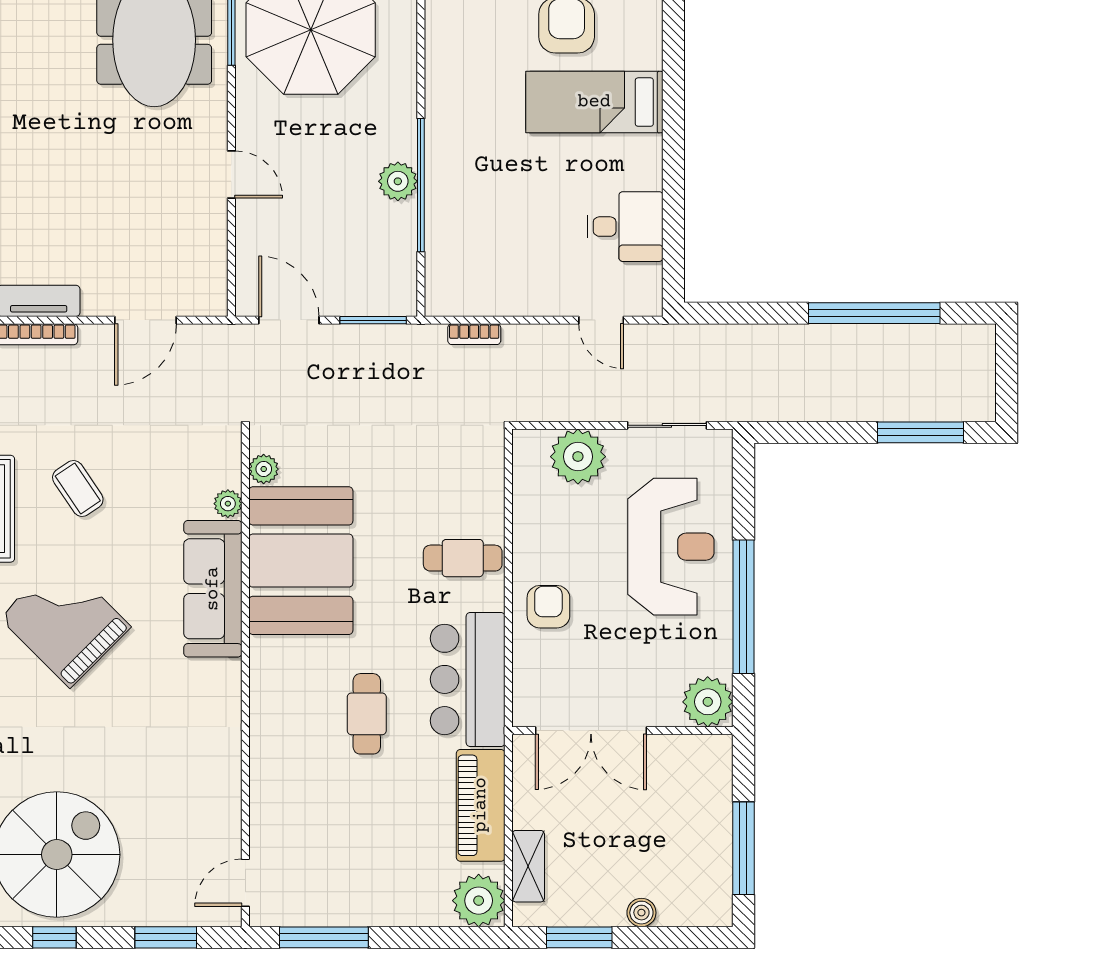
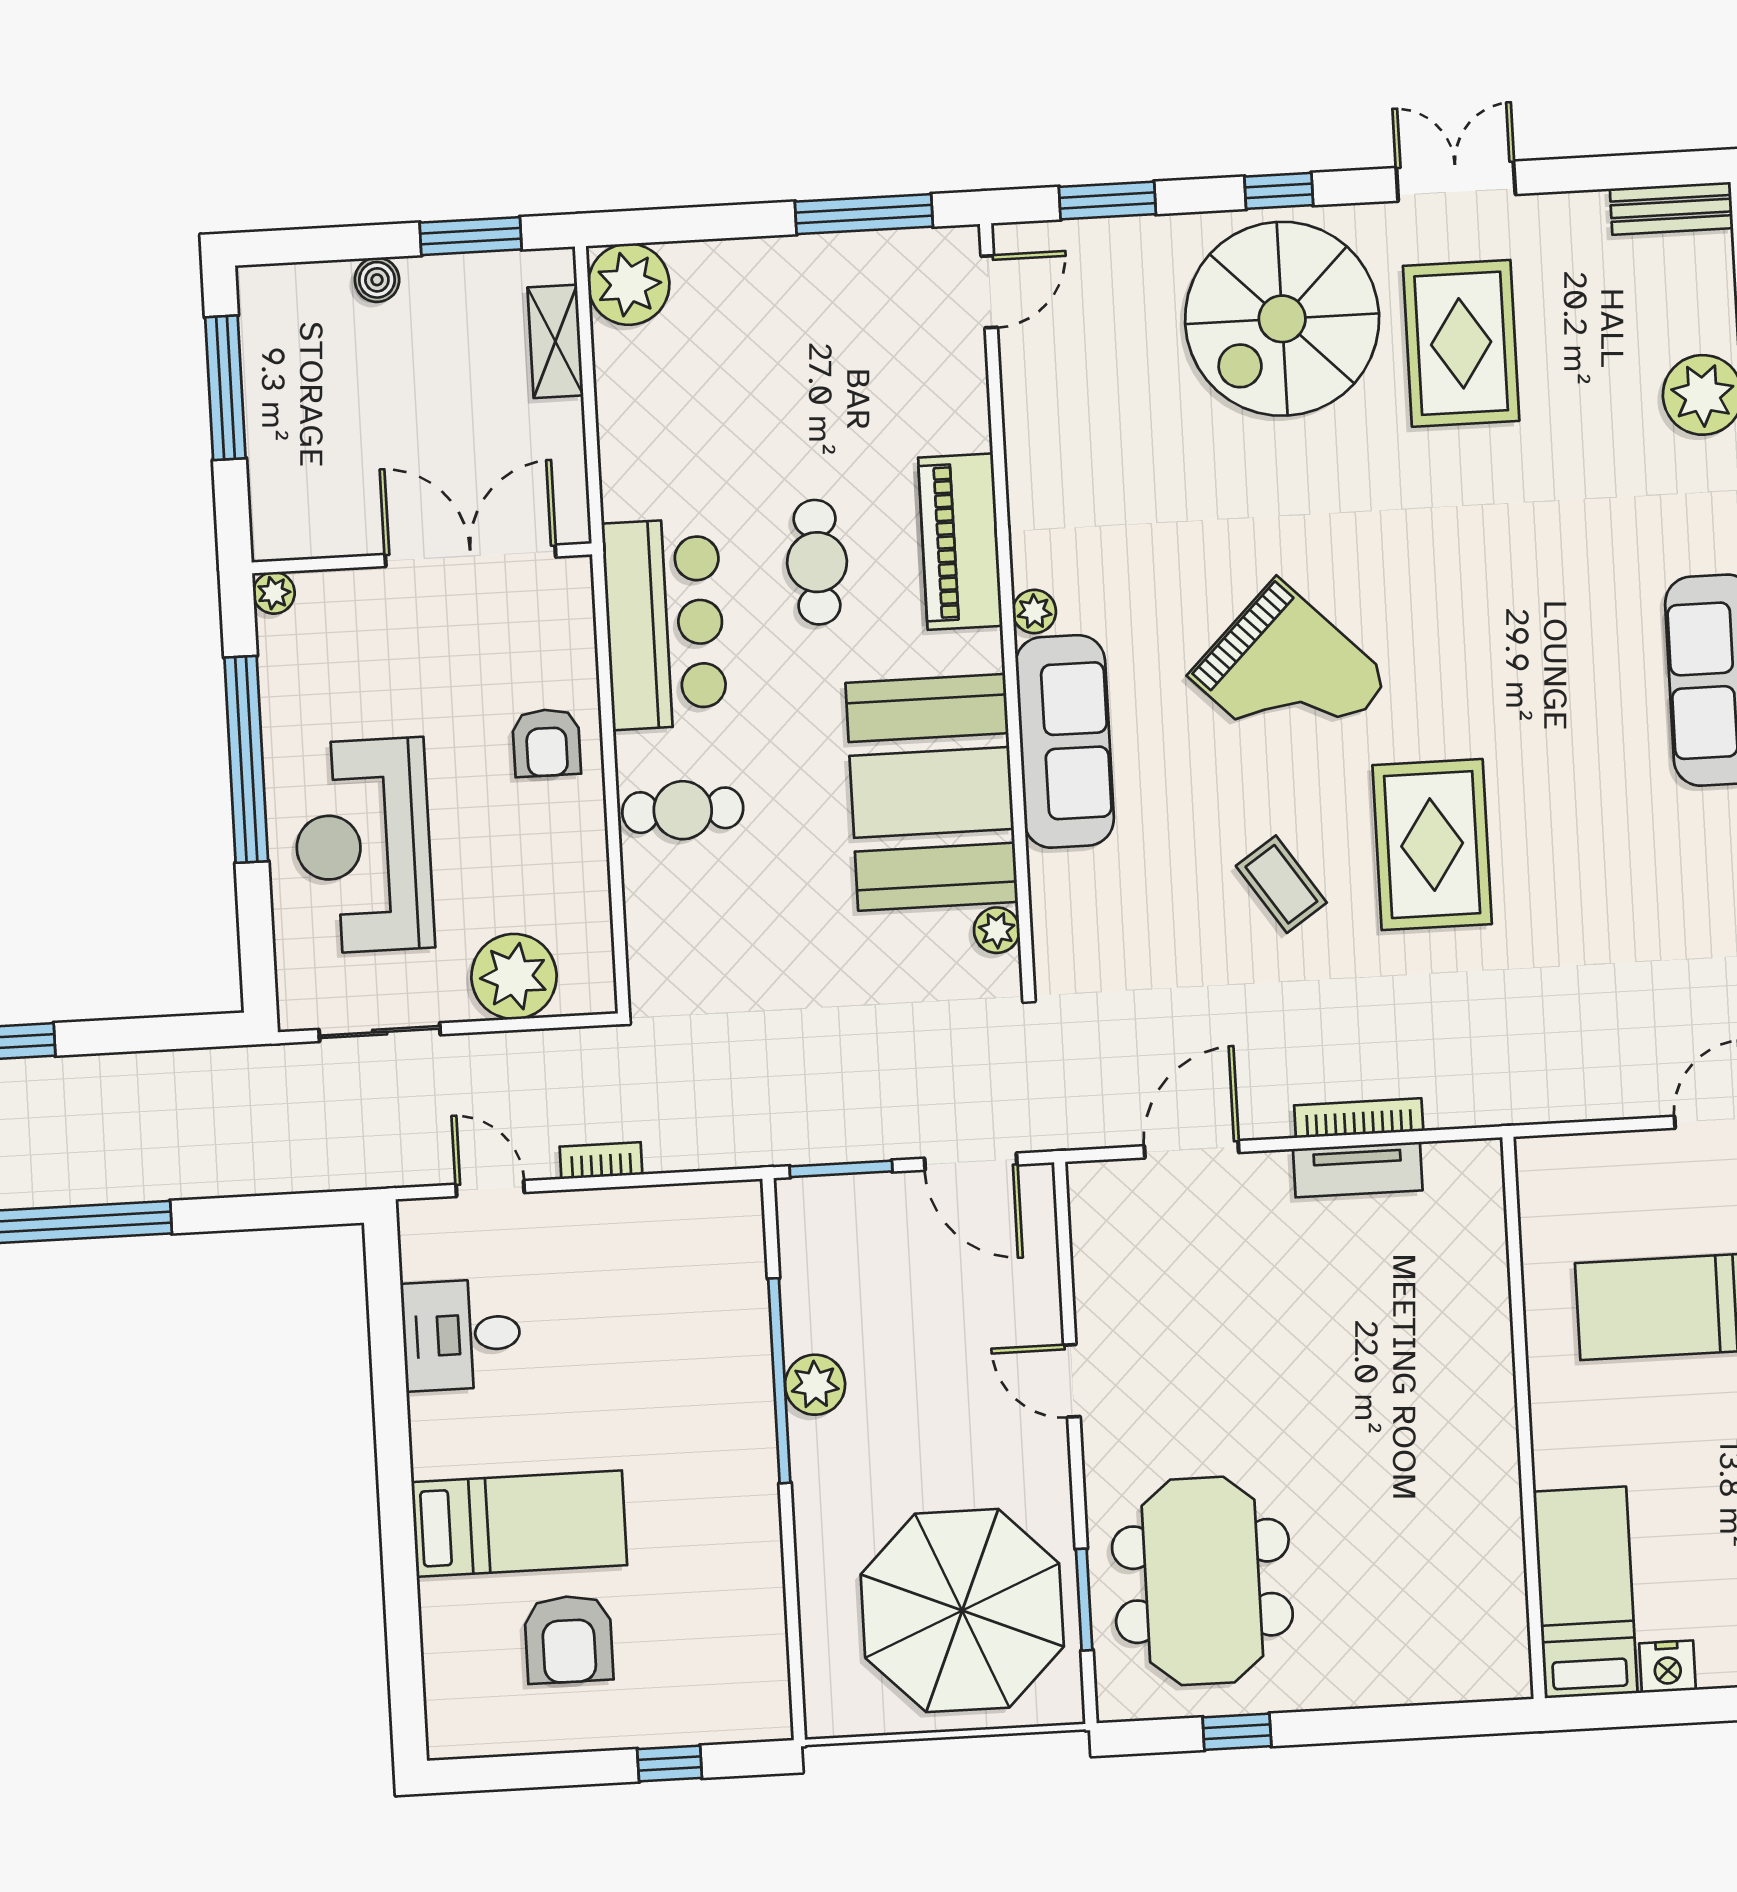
bookcase: (474, 334) -> (601, 1161), moved
plant: (228, 504) -> (1034, 612), moved
plant: (708, 702) -> (274, 593), width x0.53, depth x0.53
piano: (481, 805) -> (960, 542), moved, turned 180

